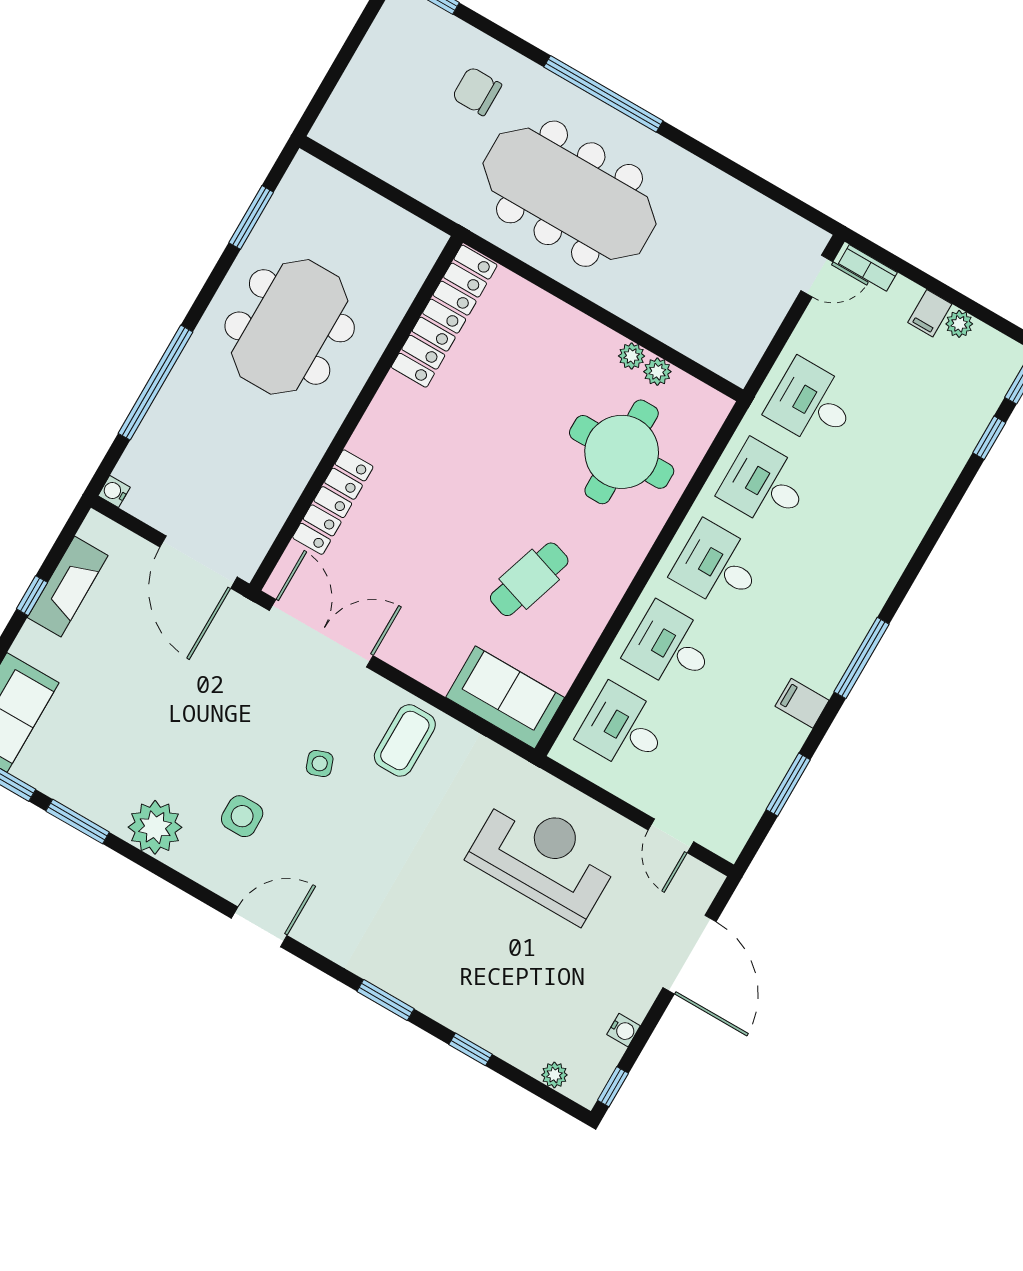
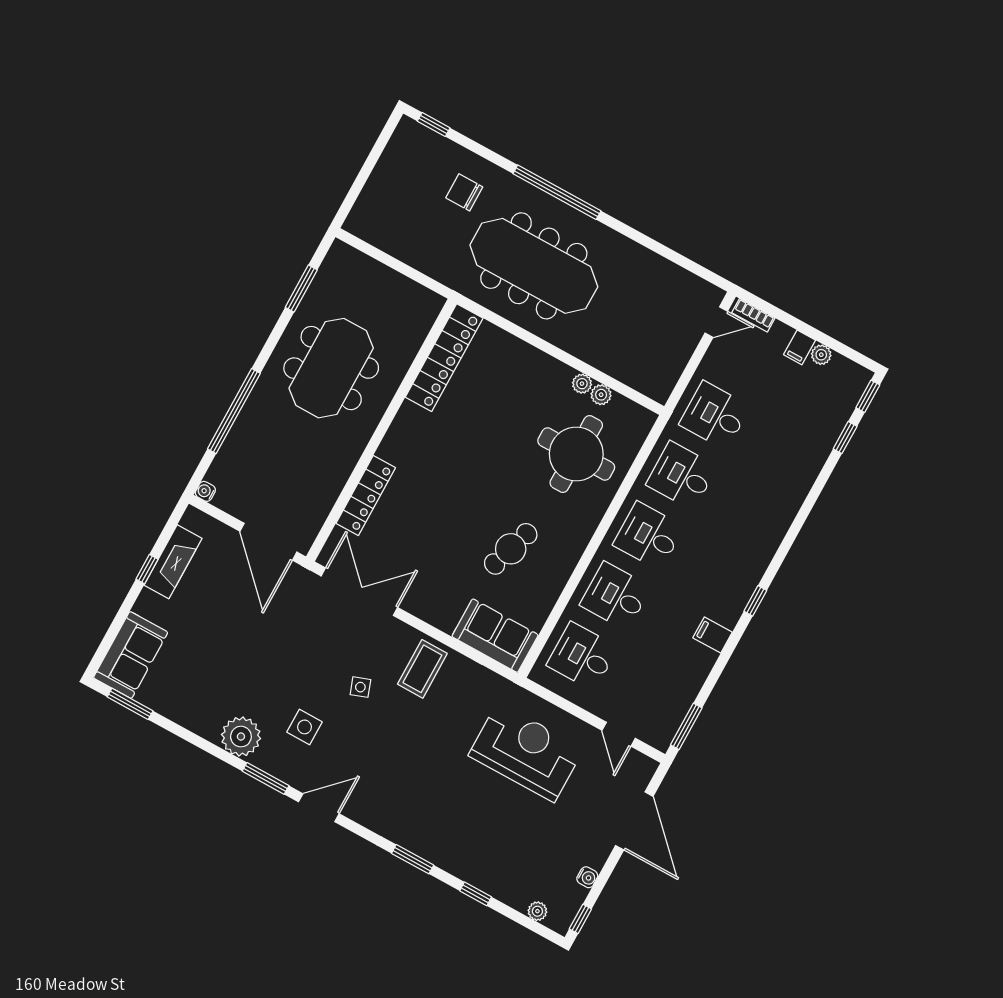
window: (862, 658) -> (755, 601), width x0.46
window: (788, 785) -> (686, 726), moved
window: (78, 822) -> (266, 778), moved

